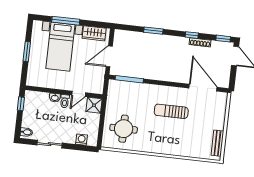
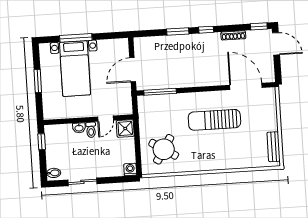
wardrobe: (94, 33) -> (111, 47), removed
window: (192, 35) -> (206, 30), moved
sun lounger: (171, 111) -> (214, 120), width x1.36, depth x1.34
round table: (124, 129) -> (164, 149), turned 32
washing machine: (82, 140) -> (130, 169), moved

